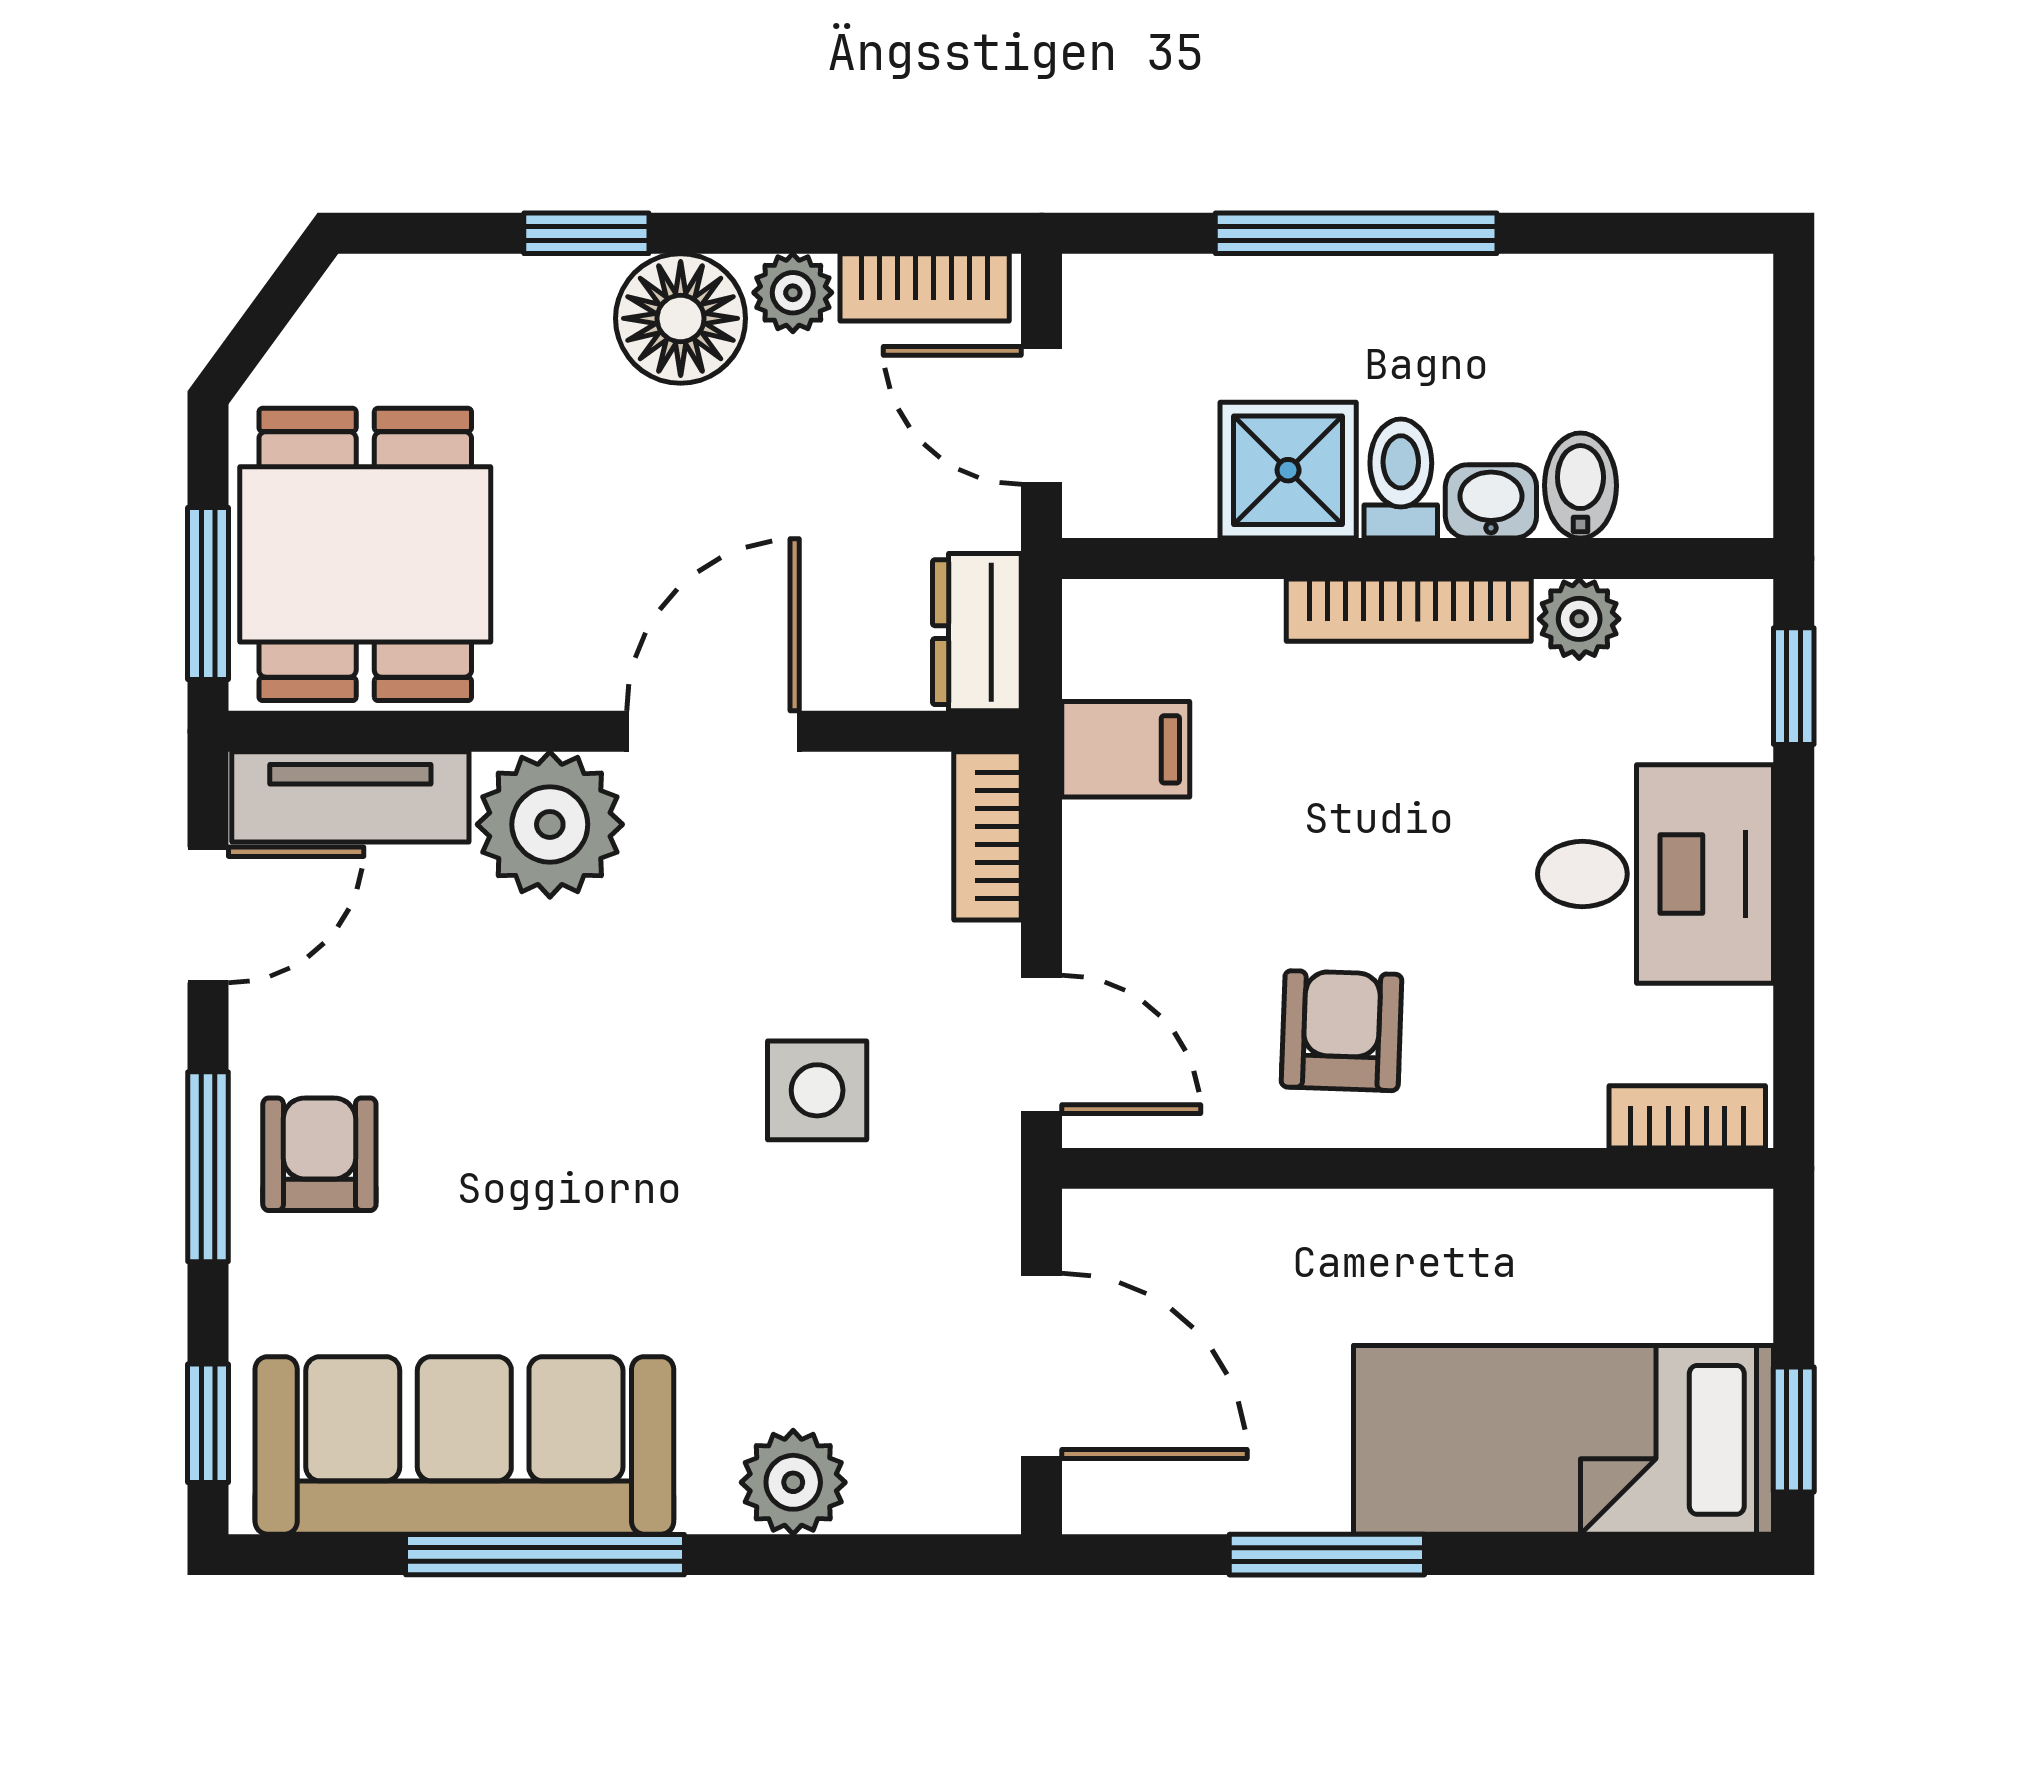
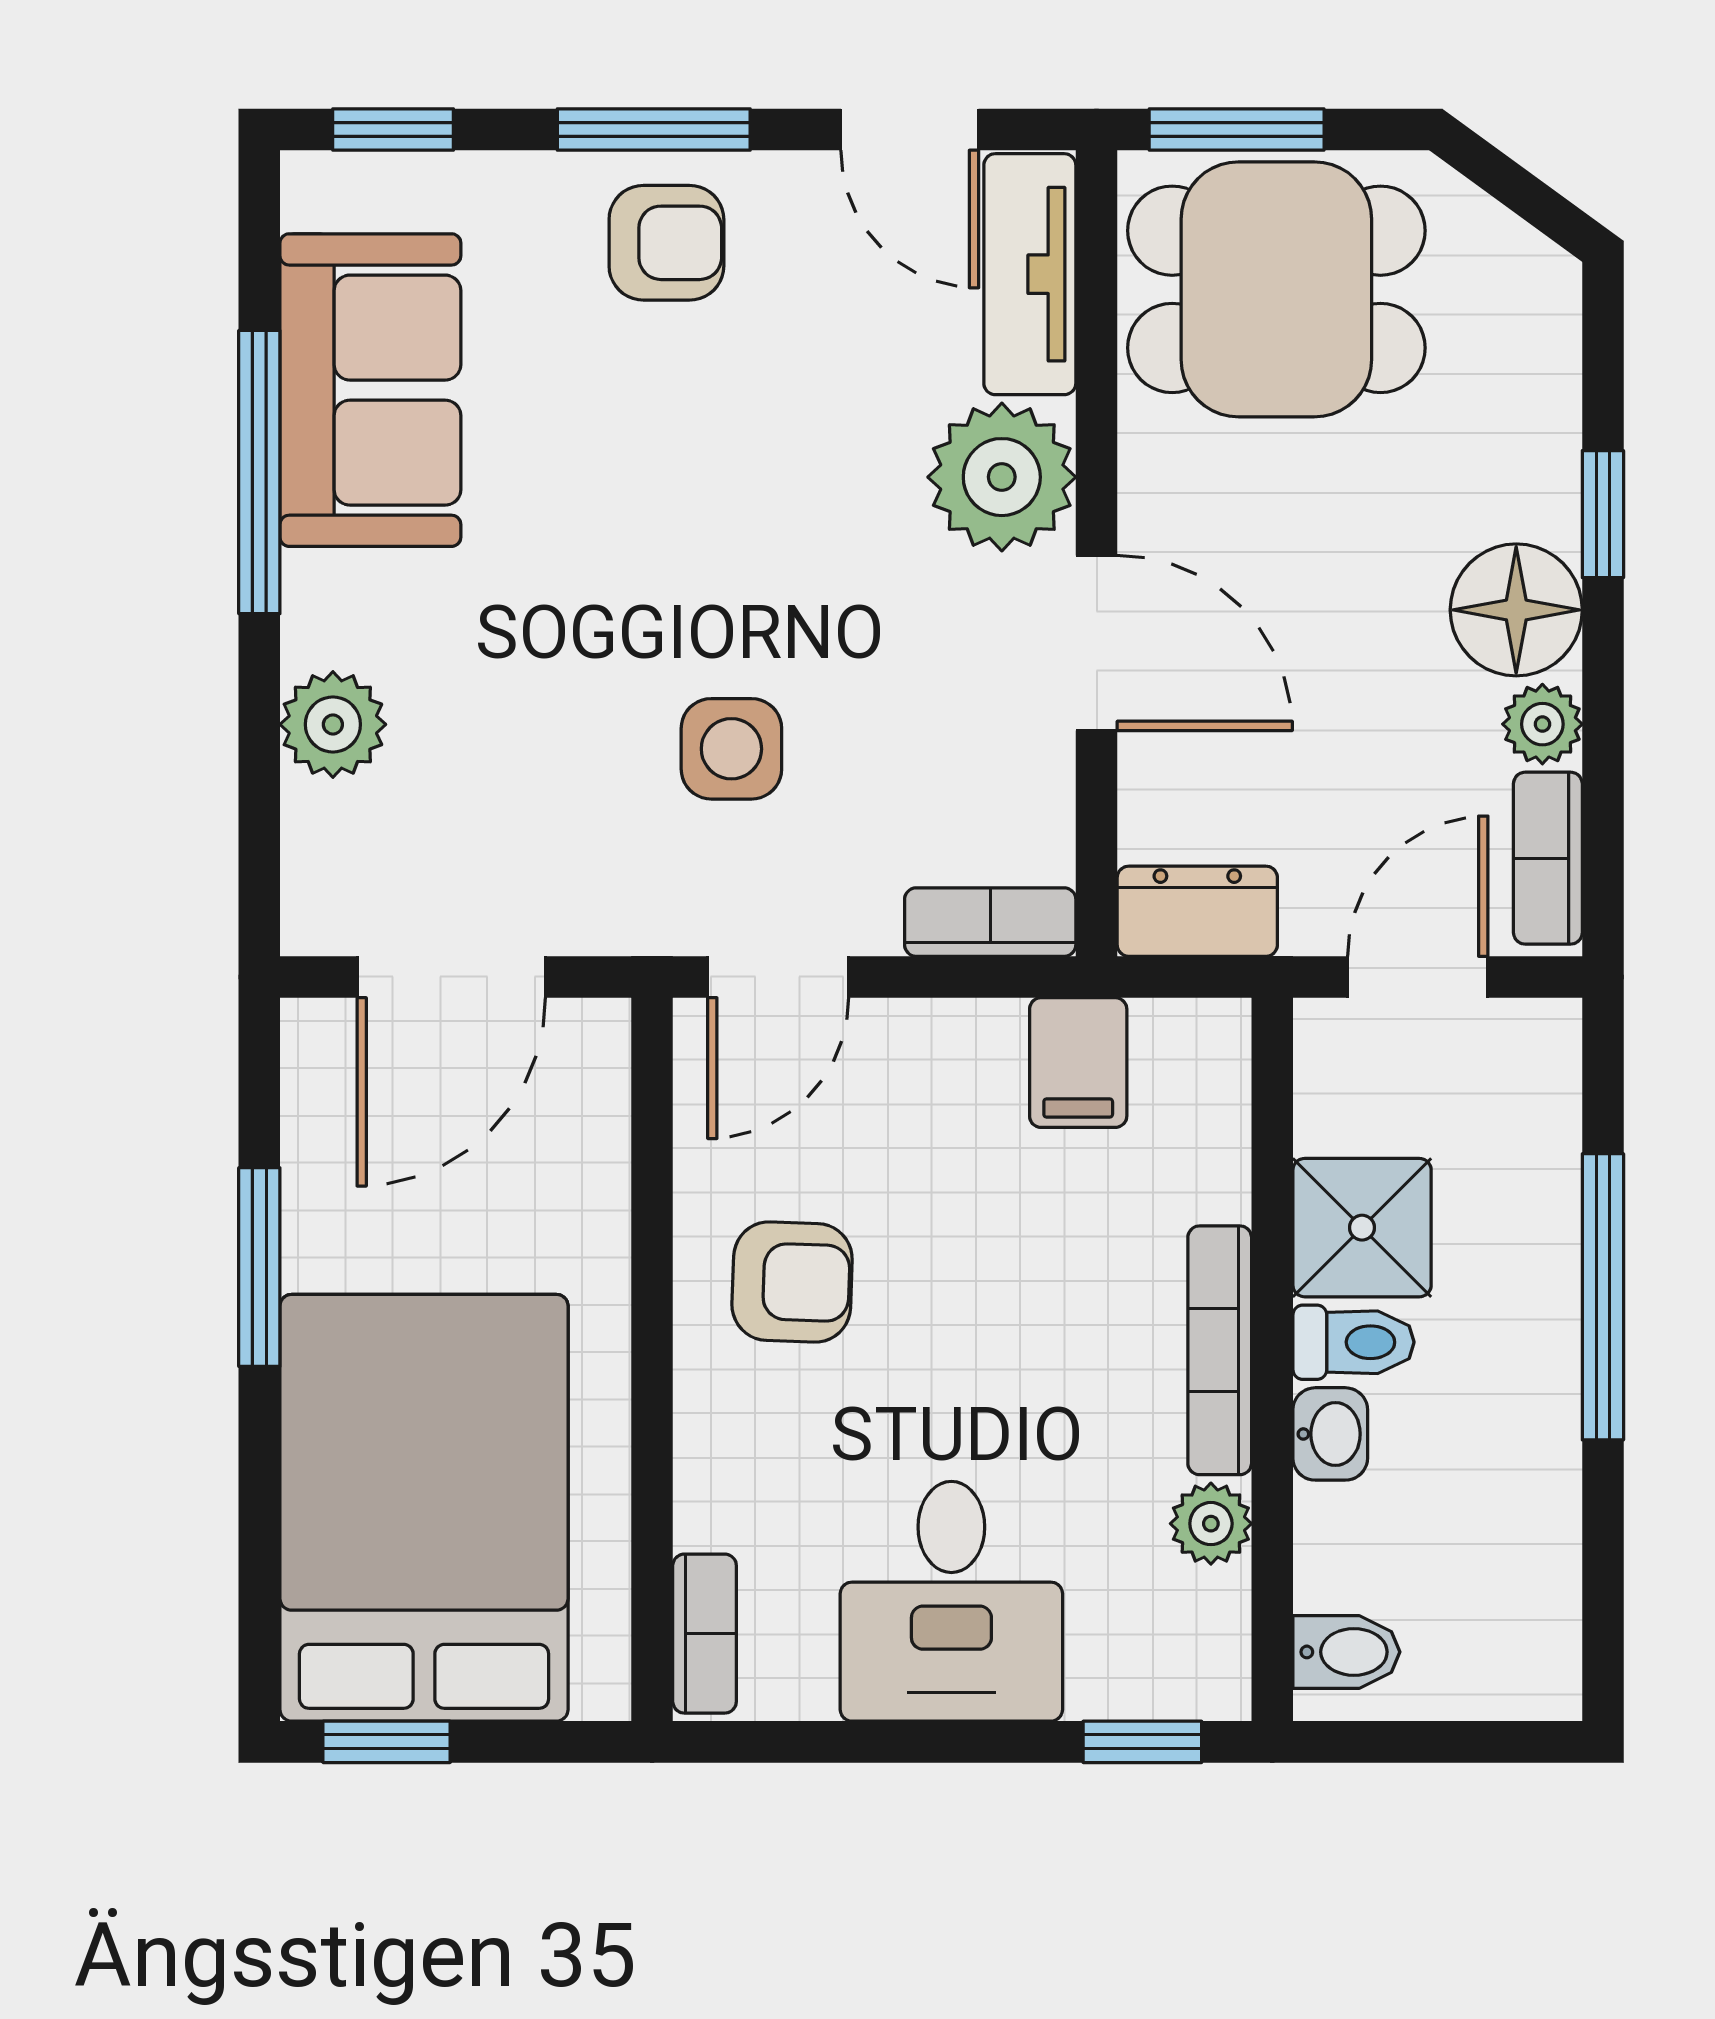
bidet: (1580, 485) -> (1346, 1652), moved
bed: (1564, 1440) -> (424, 1508), width x1.50
sofa: (464, 1445) -> (370, 390), width x0.73

